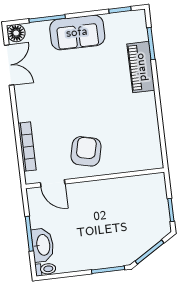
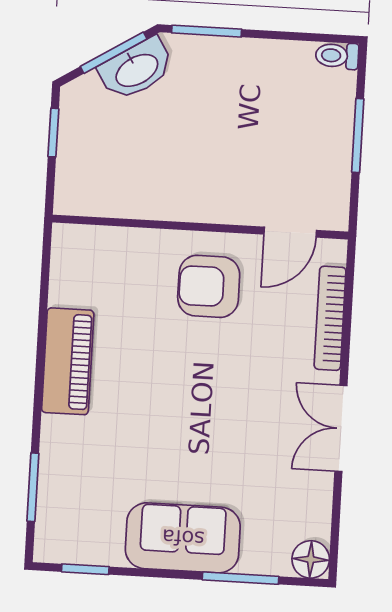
double door: (9, 65) -> (341, 428), moved
piano: (141, 67) -> (68, 361), moved
armchair: (86, 151) -> (209, 286), turned 77
door: (53, 183) -> (290, 232), swing flipped
washbasin: (43, 245) -> (136, 69), moved, turned -122

